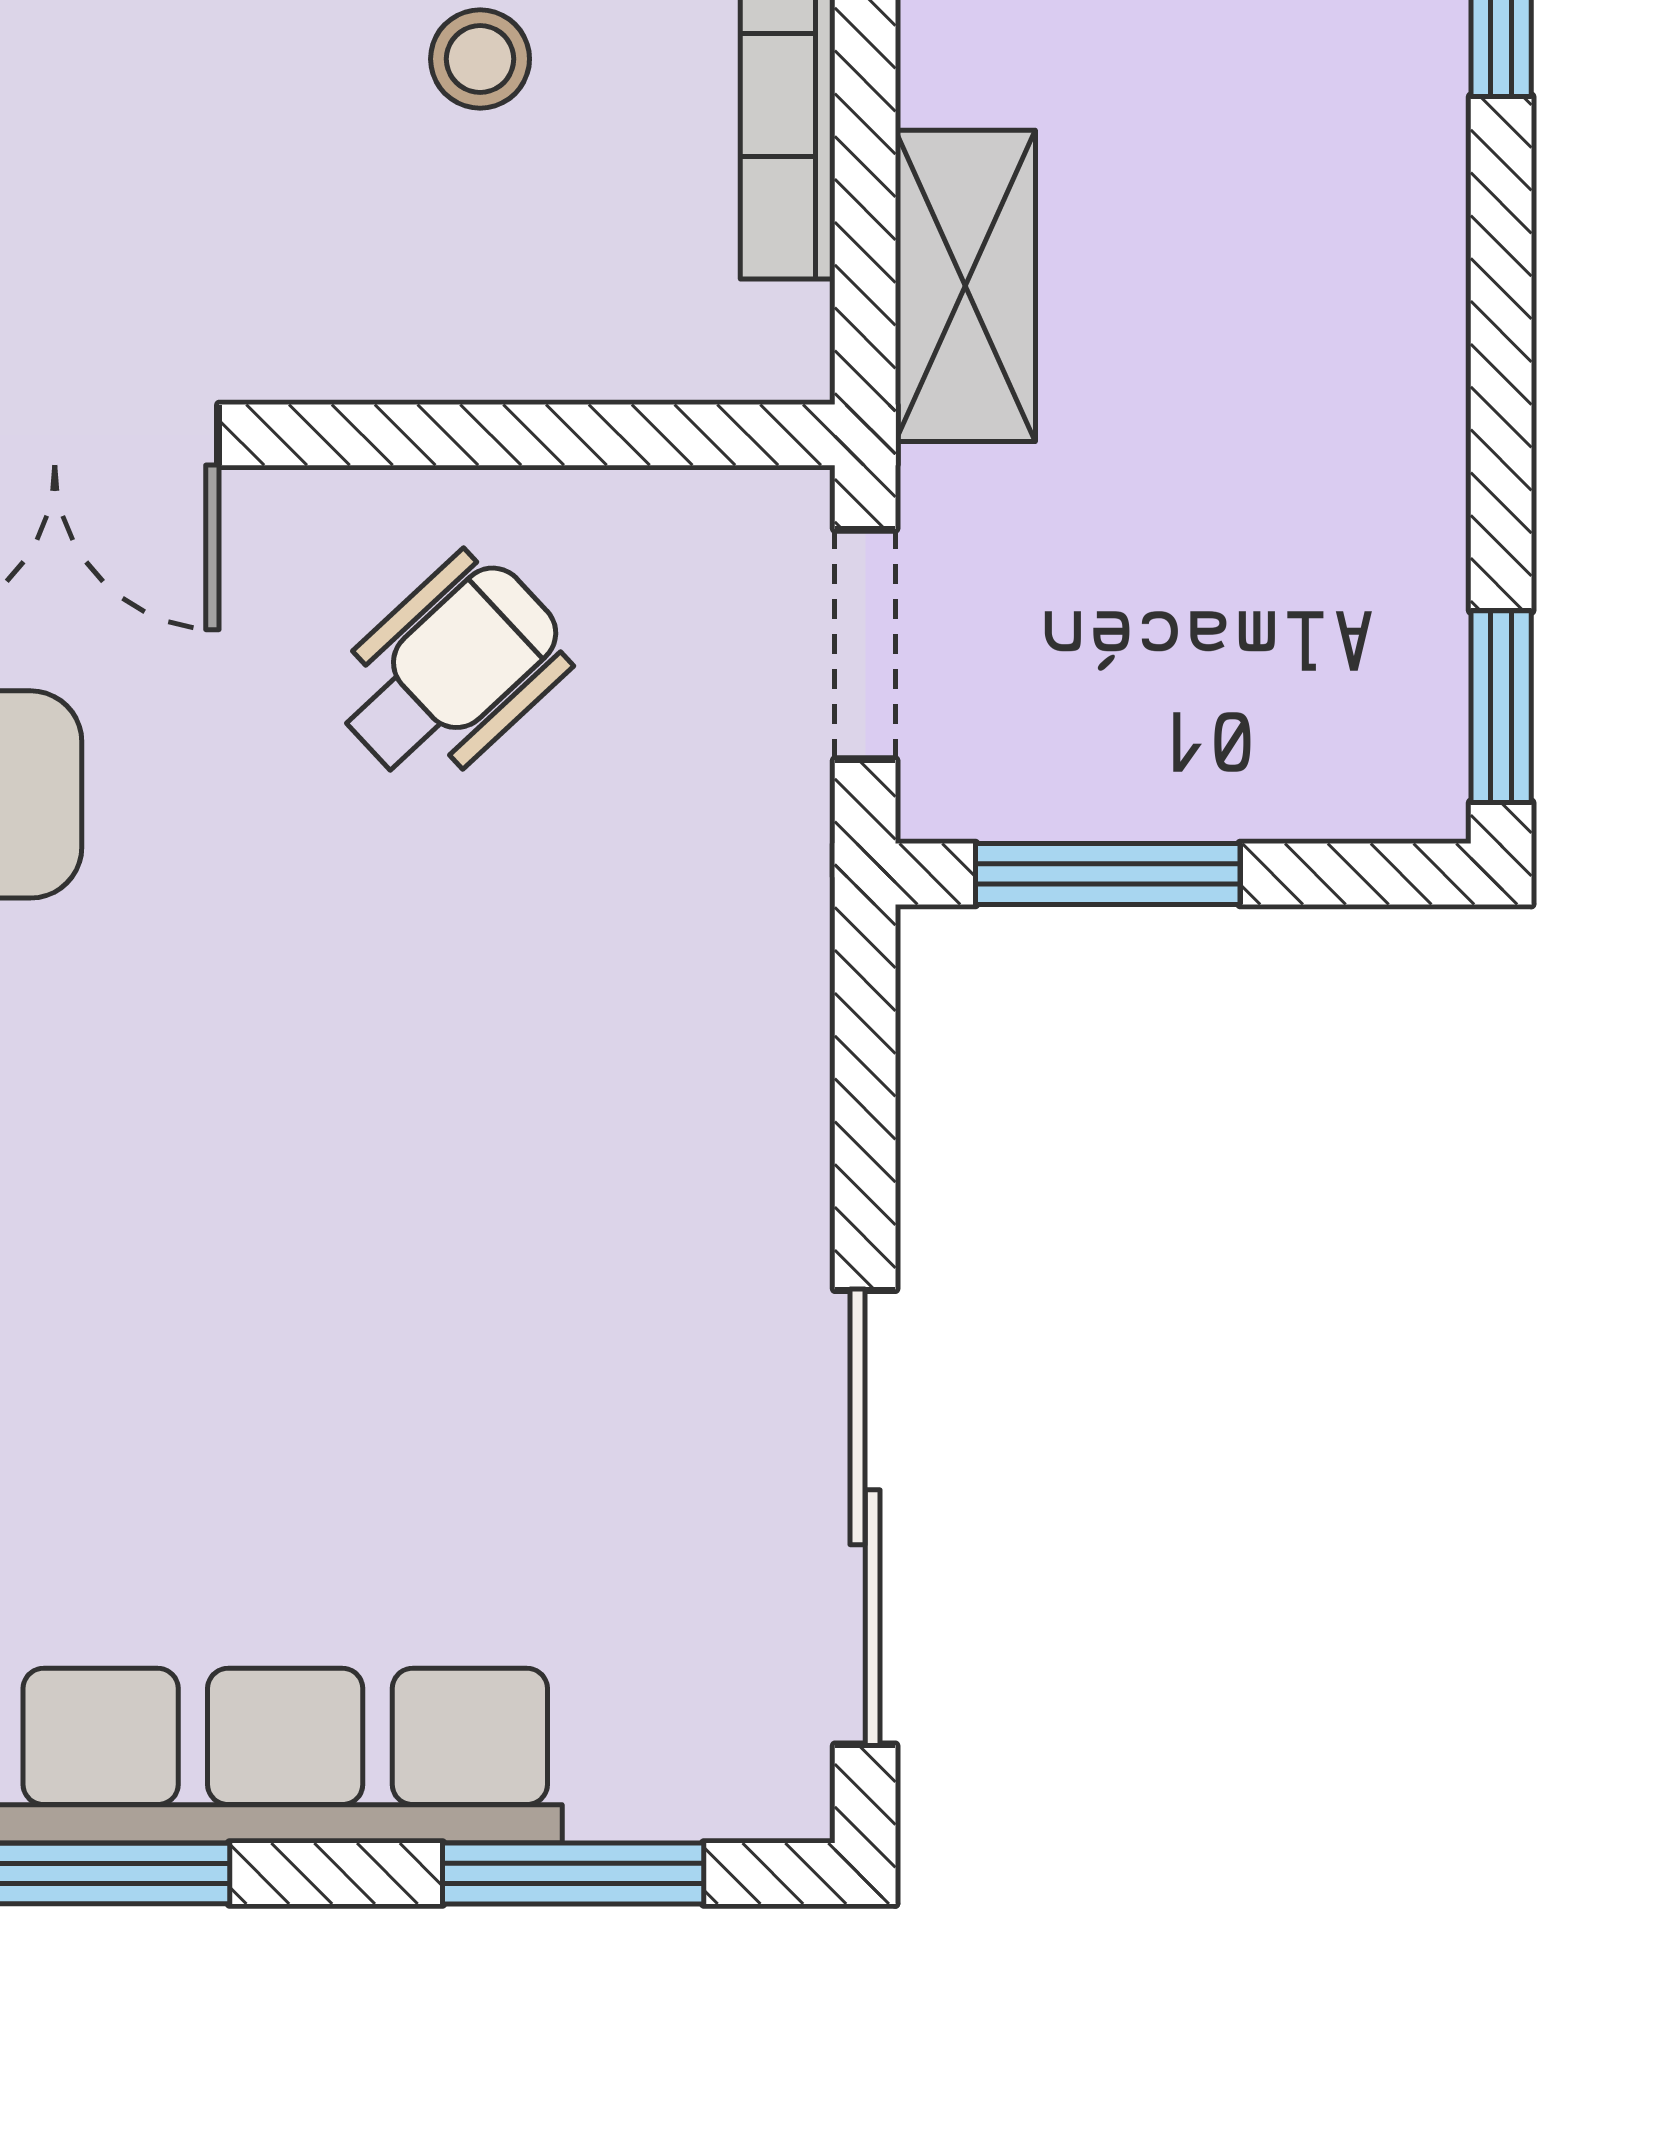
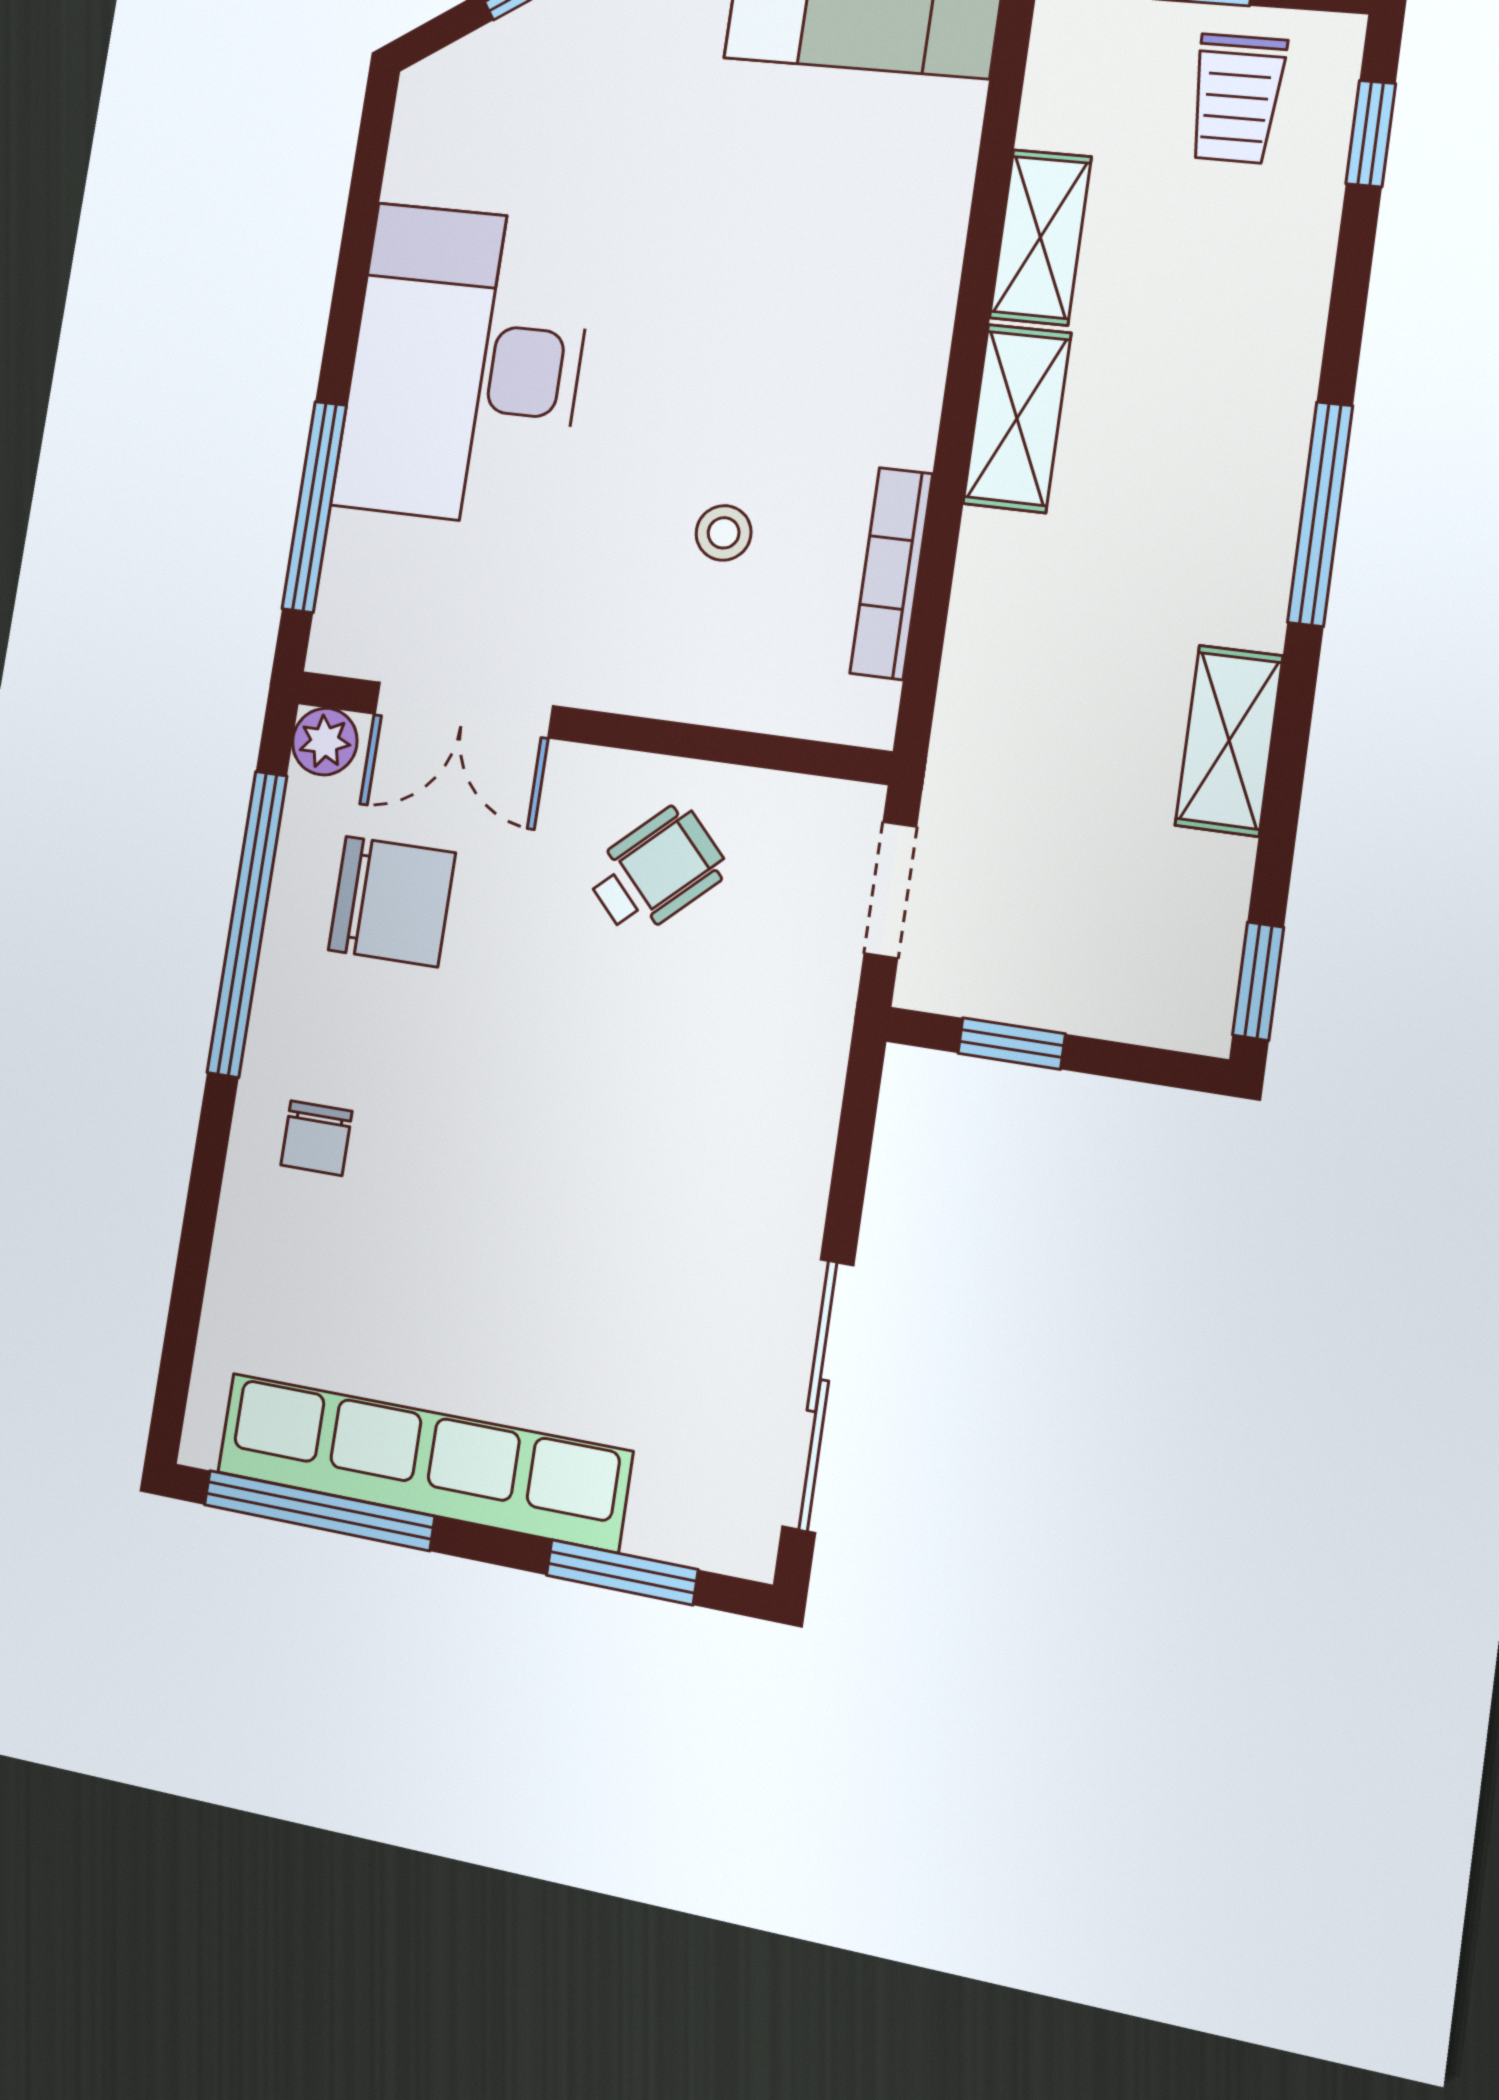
shelving: (965, 286) -> (1229, 741), moved
window: (1108, 874) -> (1012, 1044), width x0.67

